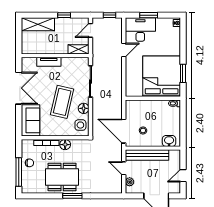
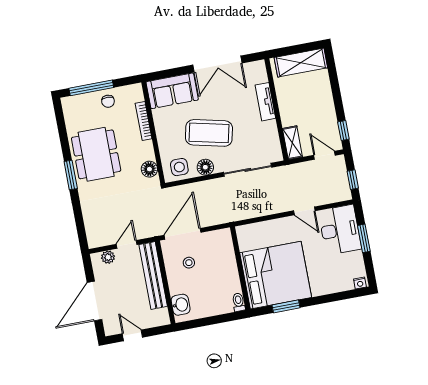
window: (64, 15) -> (343, 131), moved
shelving: (38, 24) -> (301, 63), moved, turned 90
floor lamp: (65, 145) -> (149, 169), moved

